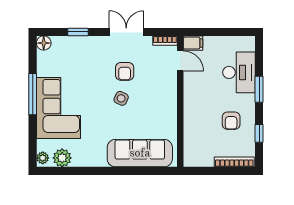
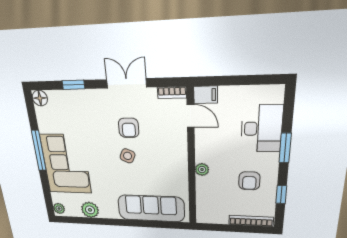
plant: (189, 111) -> (202, 170), added
plant: (62, 158) -> (90, 210), moved

